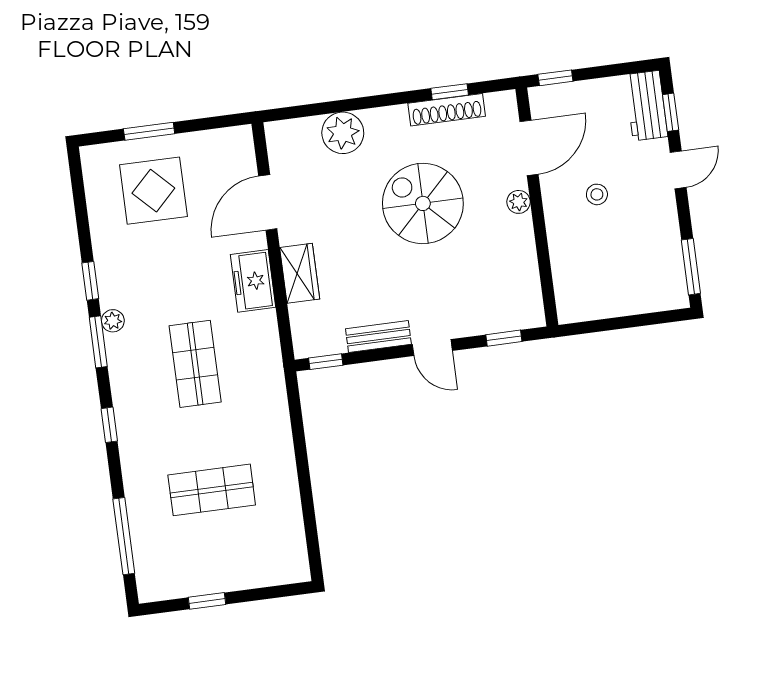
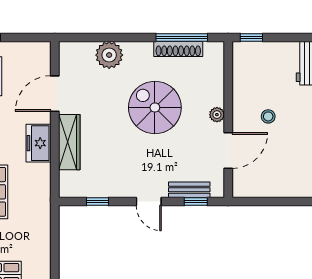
window: (450, 92) -> (182, 38), width x2.17
door: (529, 148) -> (228, 151), moved
wardrobe: (300, 273) -> (69, 142), width x1.50
bench: (378, 337) -> (189, 190), moved
window: (326, 362) -> (98, 201), moved

